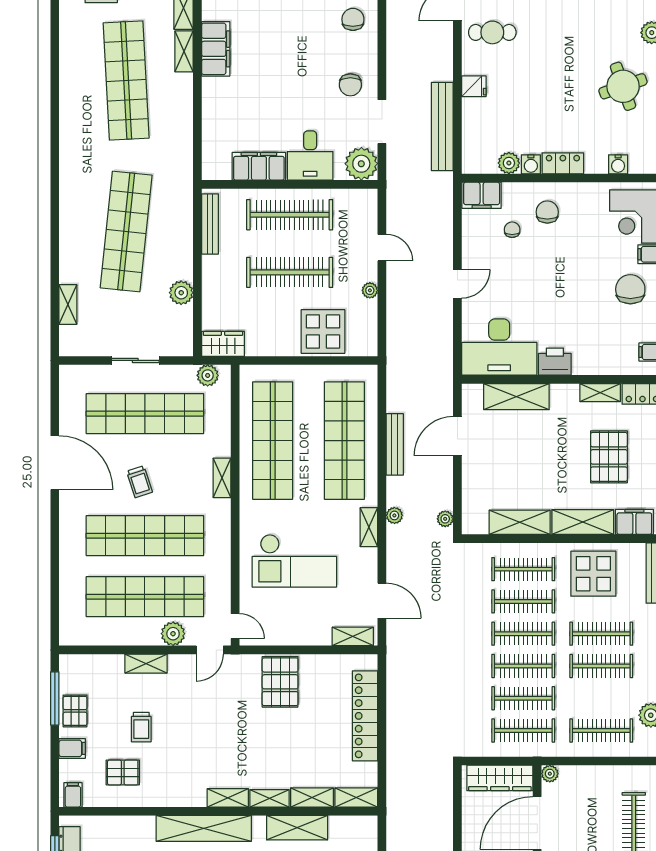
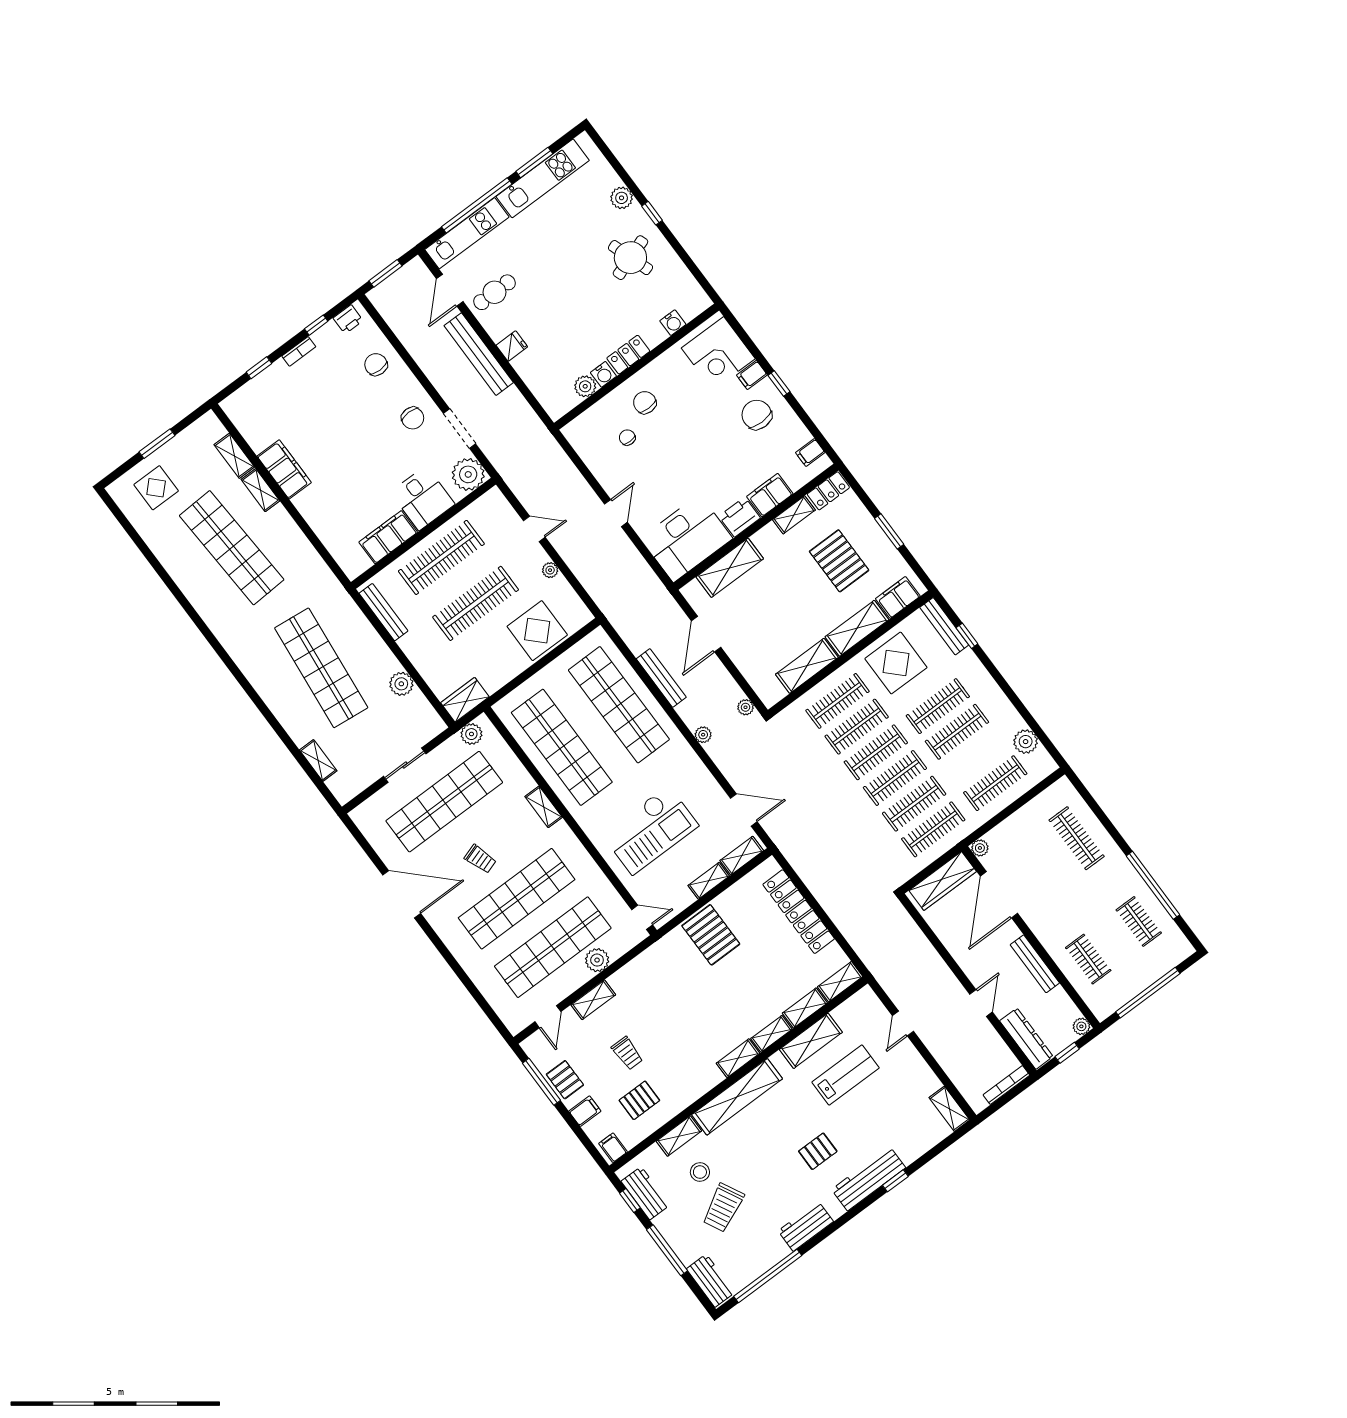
bench: (442, 127) -> (479, 354), moved
filing cabinet: (482, 195) -> (770, 495), moved, turned 180
shelving: (369, 527) -> (709, 881), moved, turned 90
door: (210, 650) -> (548, 1017), moved
shelving: (133, 825) -> (679, 1136), added

